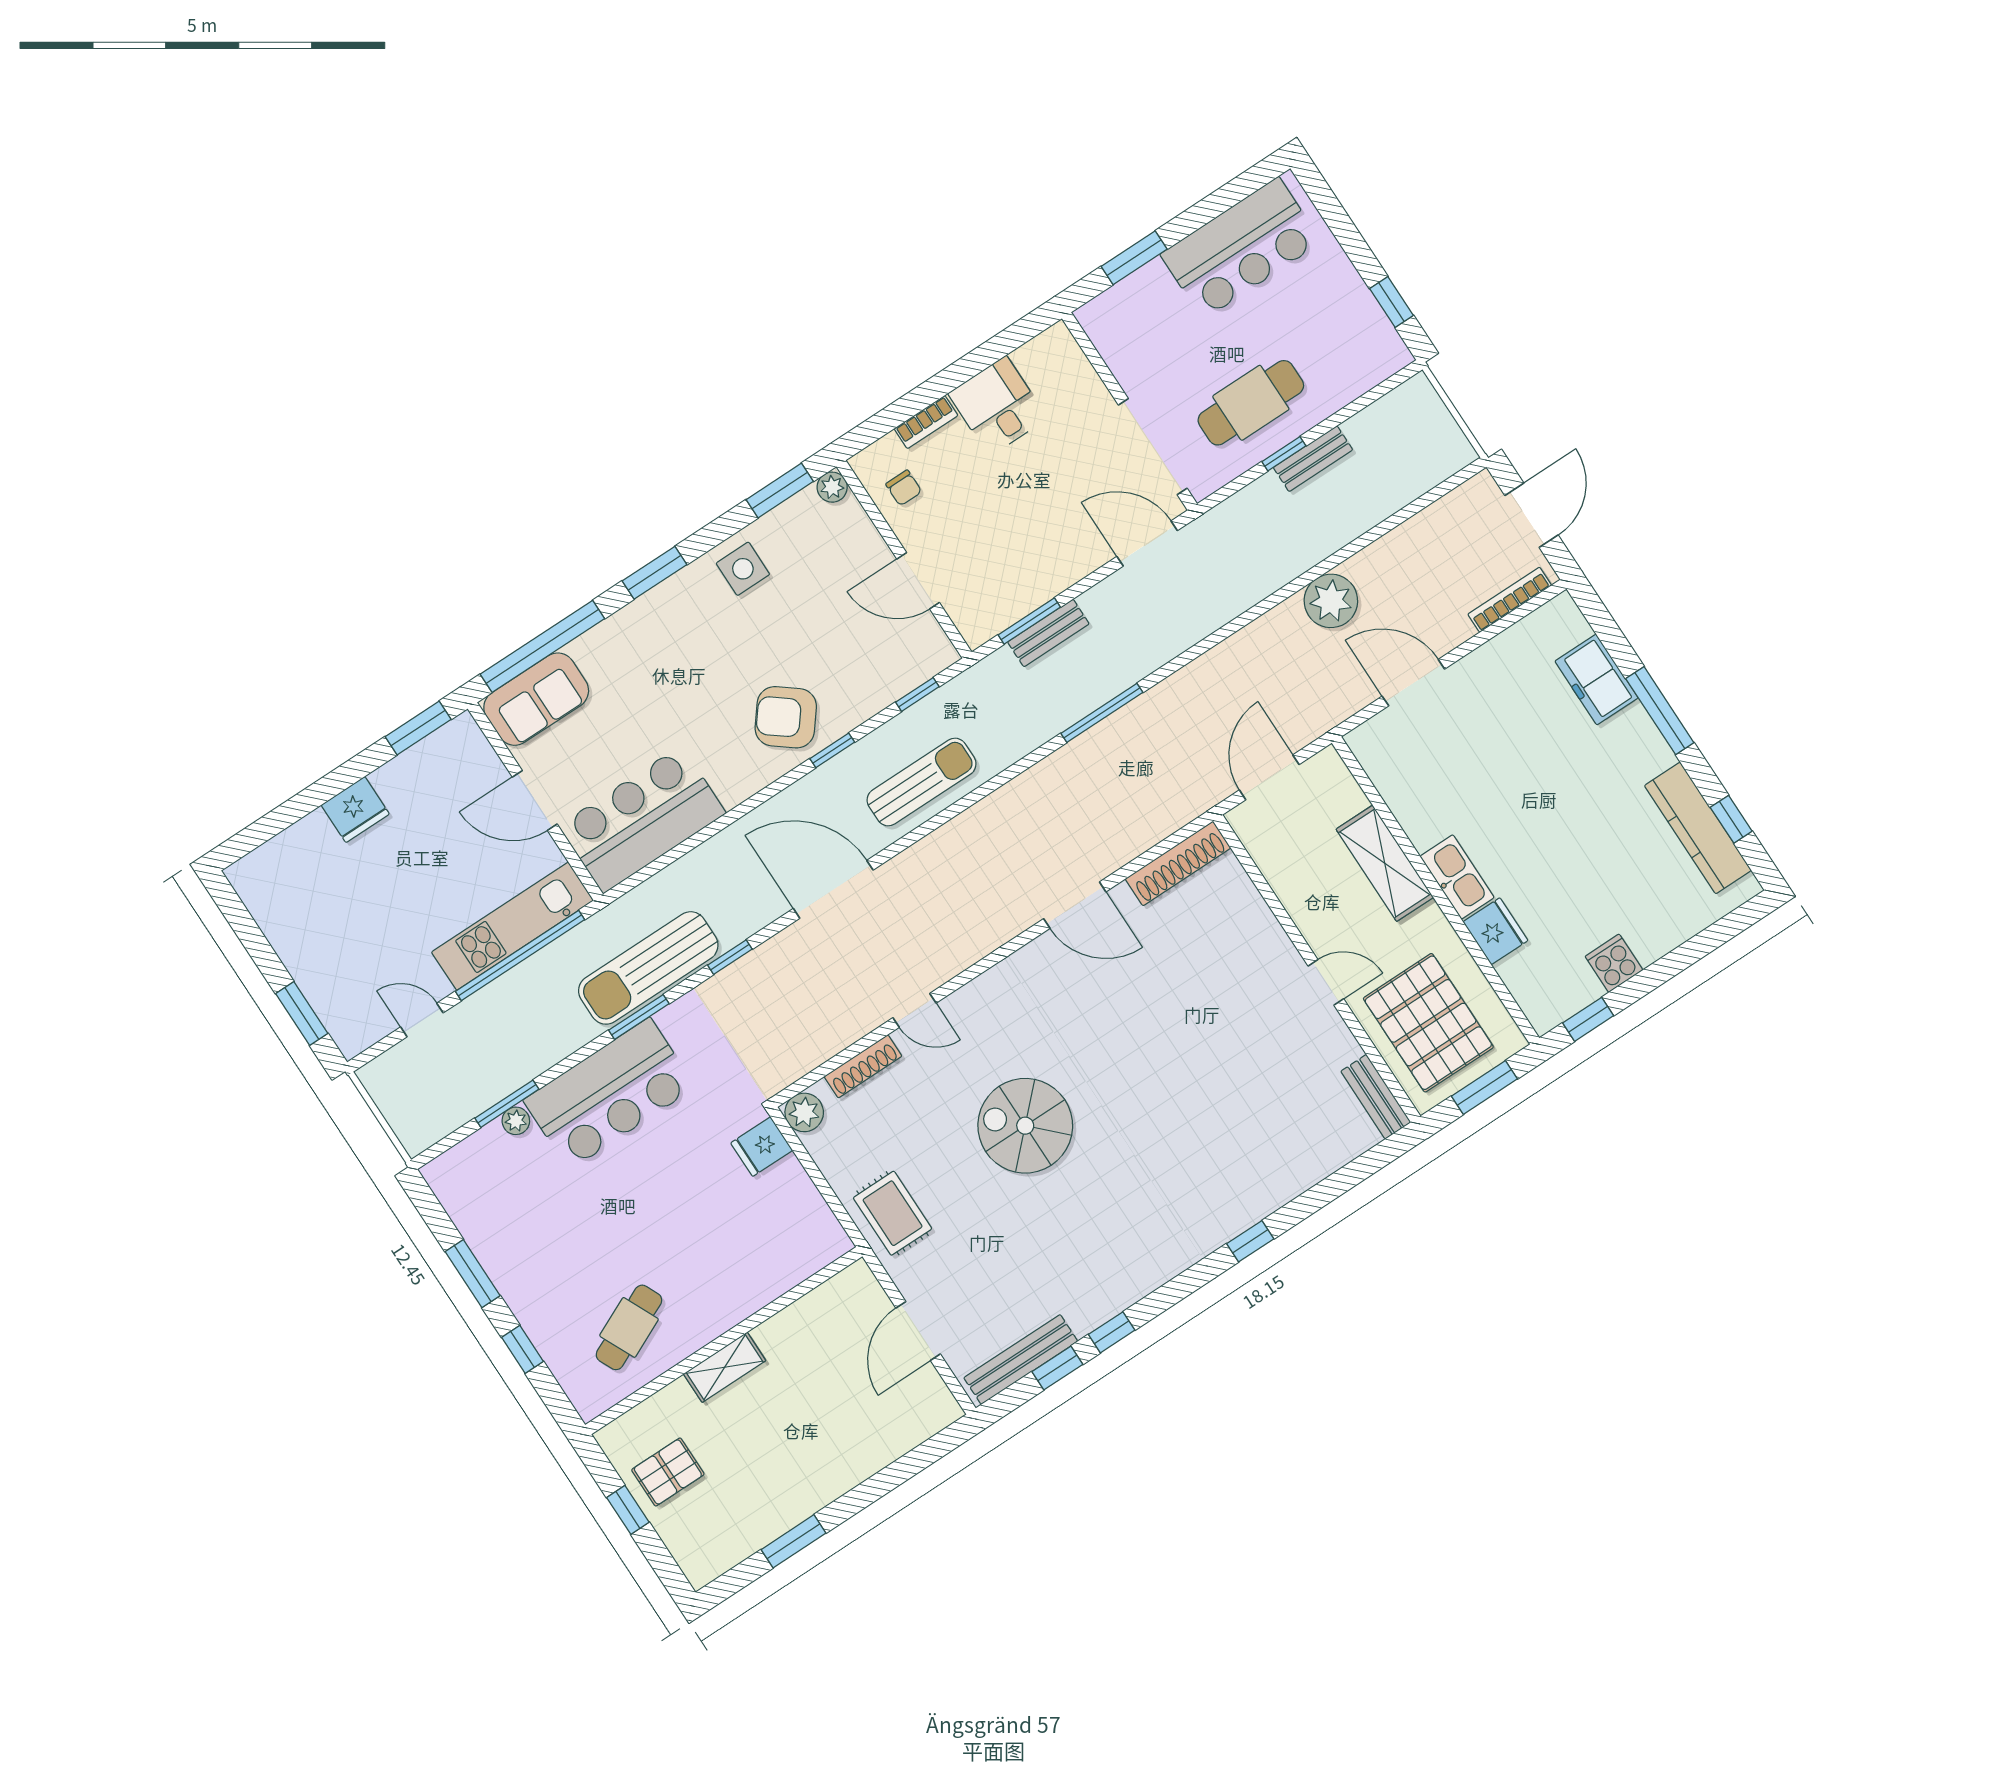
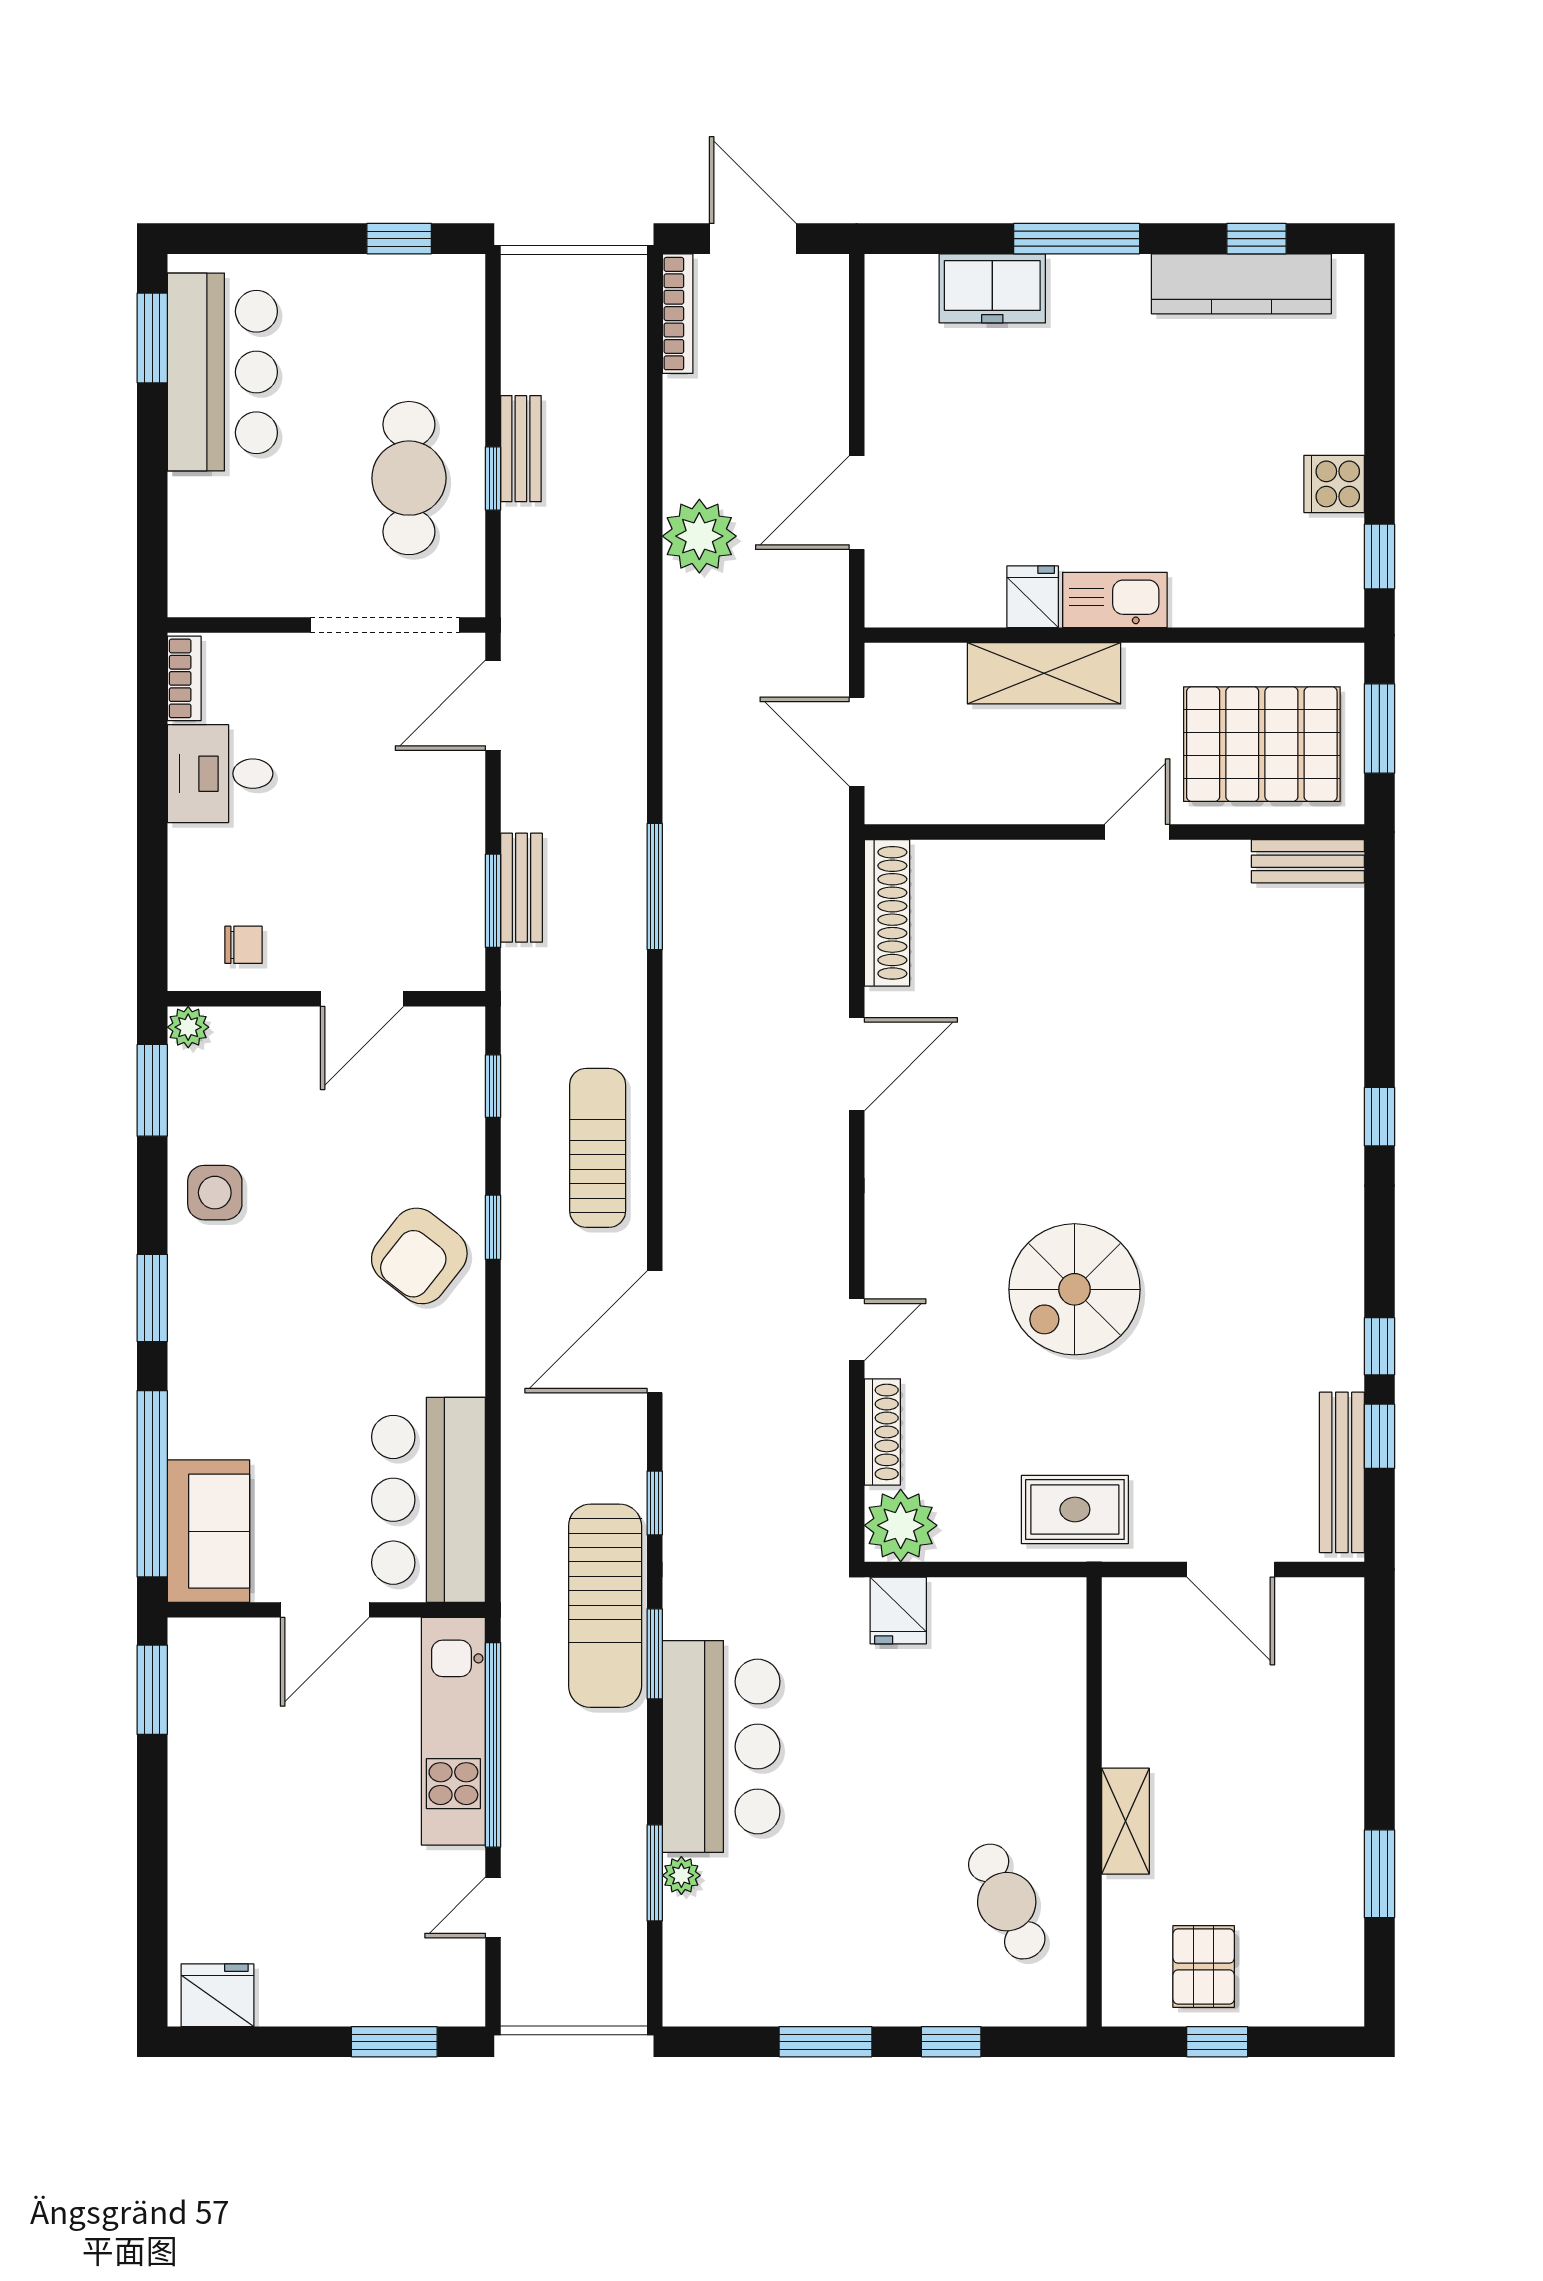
window: (1134, 258) -> (152, 338), moved
bookcase: (926, 422) -> (184, 678), moved
bookcase: (1510, 600) -> (678, 314), moved, turned 180
fridge: (355, 809) -> (217, 1995), moved, turned -90
fridge: (1495, 931) -> (1033, 597), moved, width x0.72
plant: (804, 1112) -> (901, 1525), width x1.36, depth x1.36

